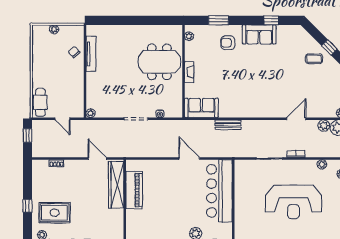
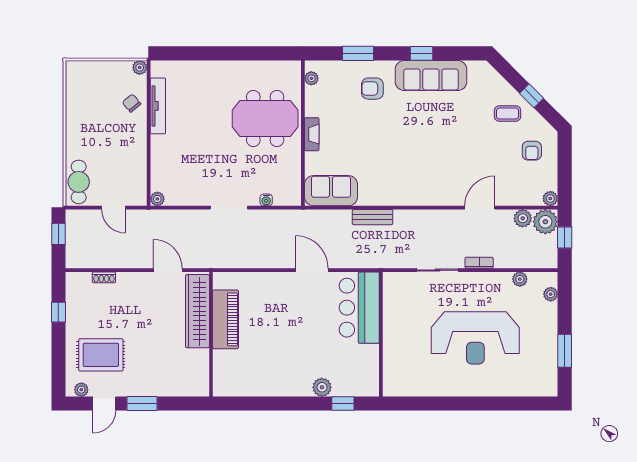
window: (271, 20) -> (421, 53), moved
plant: (54, 29) -> (140, 67), moved
sofa: (259, 34) -> (431, 76), width x1.36
armchair: (330, 82) -> (532, 151), added
bar counter: (219, 191) -> (359, 308), width x0.73
window: (27, 206) -> (58, 312), moved

